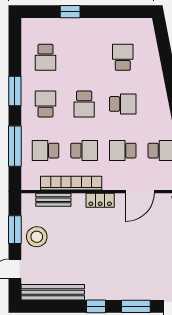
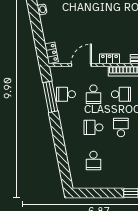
school desk: (84, 151) -> (121, 94), turned 180
school desk: (123, 151) -> (93, 94), turned 90

